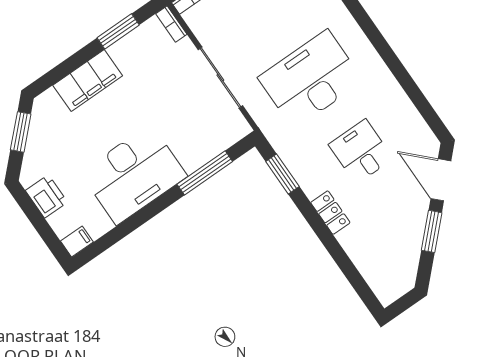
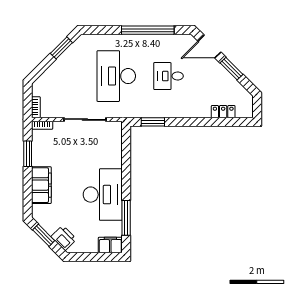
window: (404, 79) -> (148, 30), added
window: (205, 173) -> (126, 218), moved
printer: (46, 196) -> (64, 238), moved, turned 45
locker: (330, 213) -> (223, 112), moved
filing cabinet: (77, 242) -> (110, 245), width x2.00

